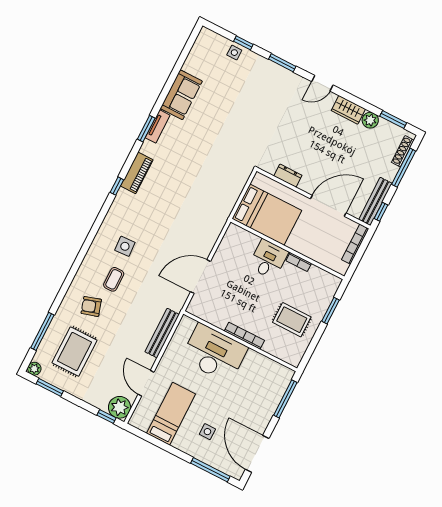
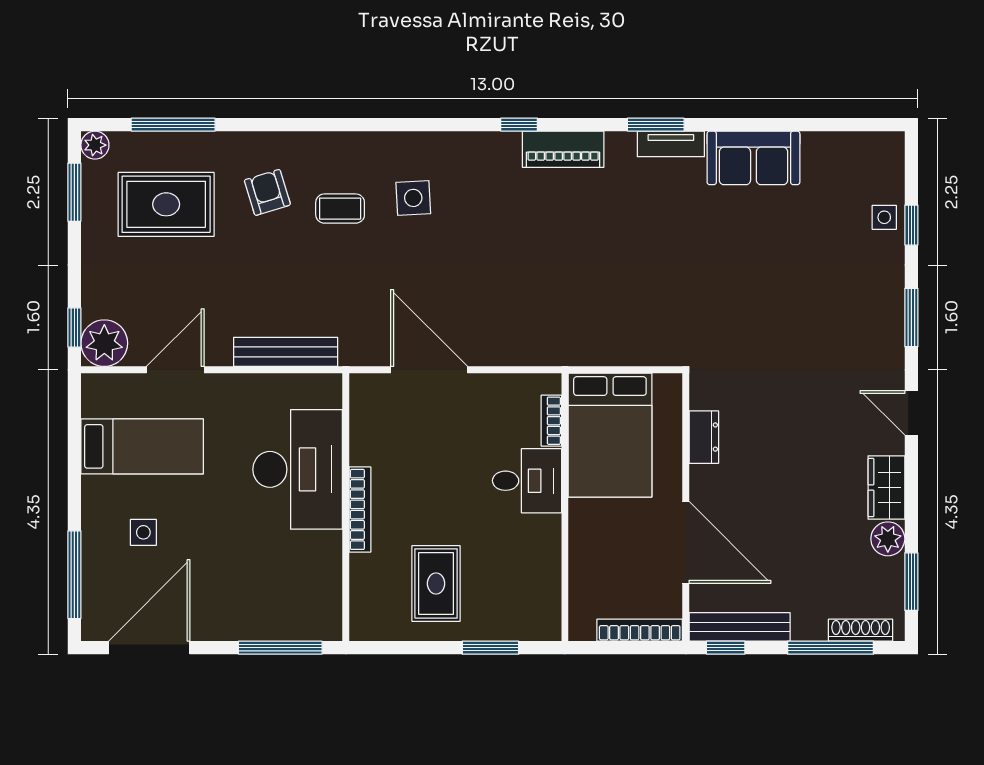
bookcase: (299, 262) -> (551, 421), moved

